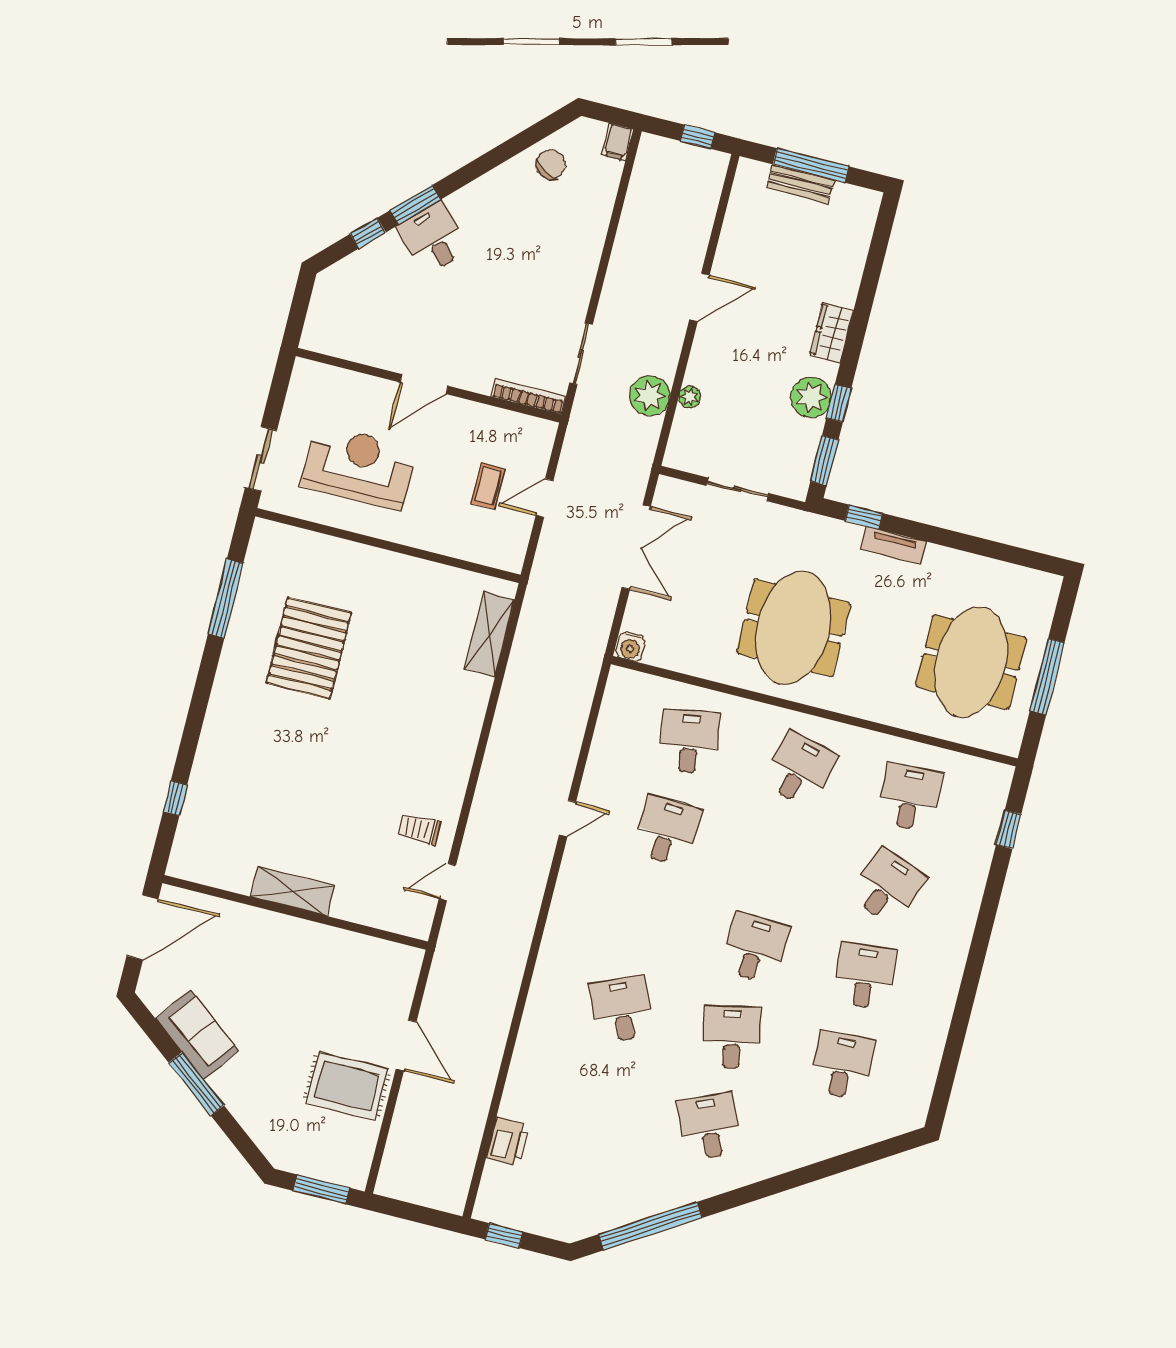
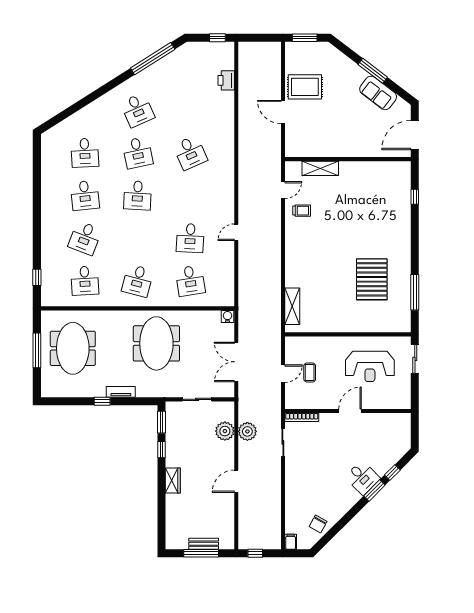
plant: (690, 397) -> (225, 431), width x1.88, depth x1.88
plant: (811, 397) -> (175, 449), removed
window: (864, 517) -> (102, 401), moved
shelving: (292, 891) -> (320, 168), moved

